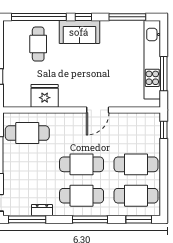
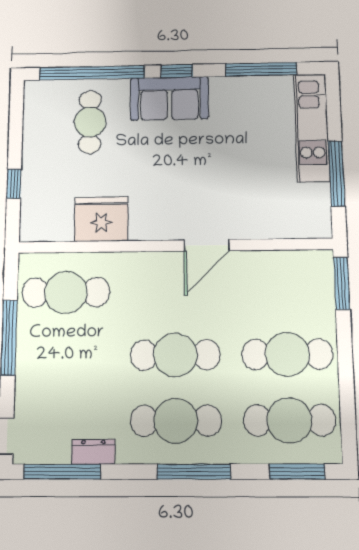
kitchen unit: (152, 60) -> (312, 128), width x0.73
window: (164, 130) -> (342, 283), width x1.50

